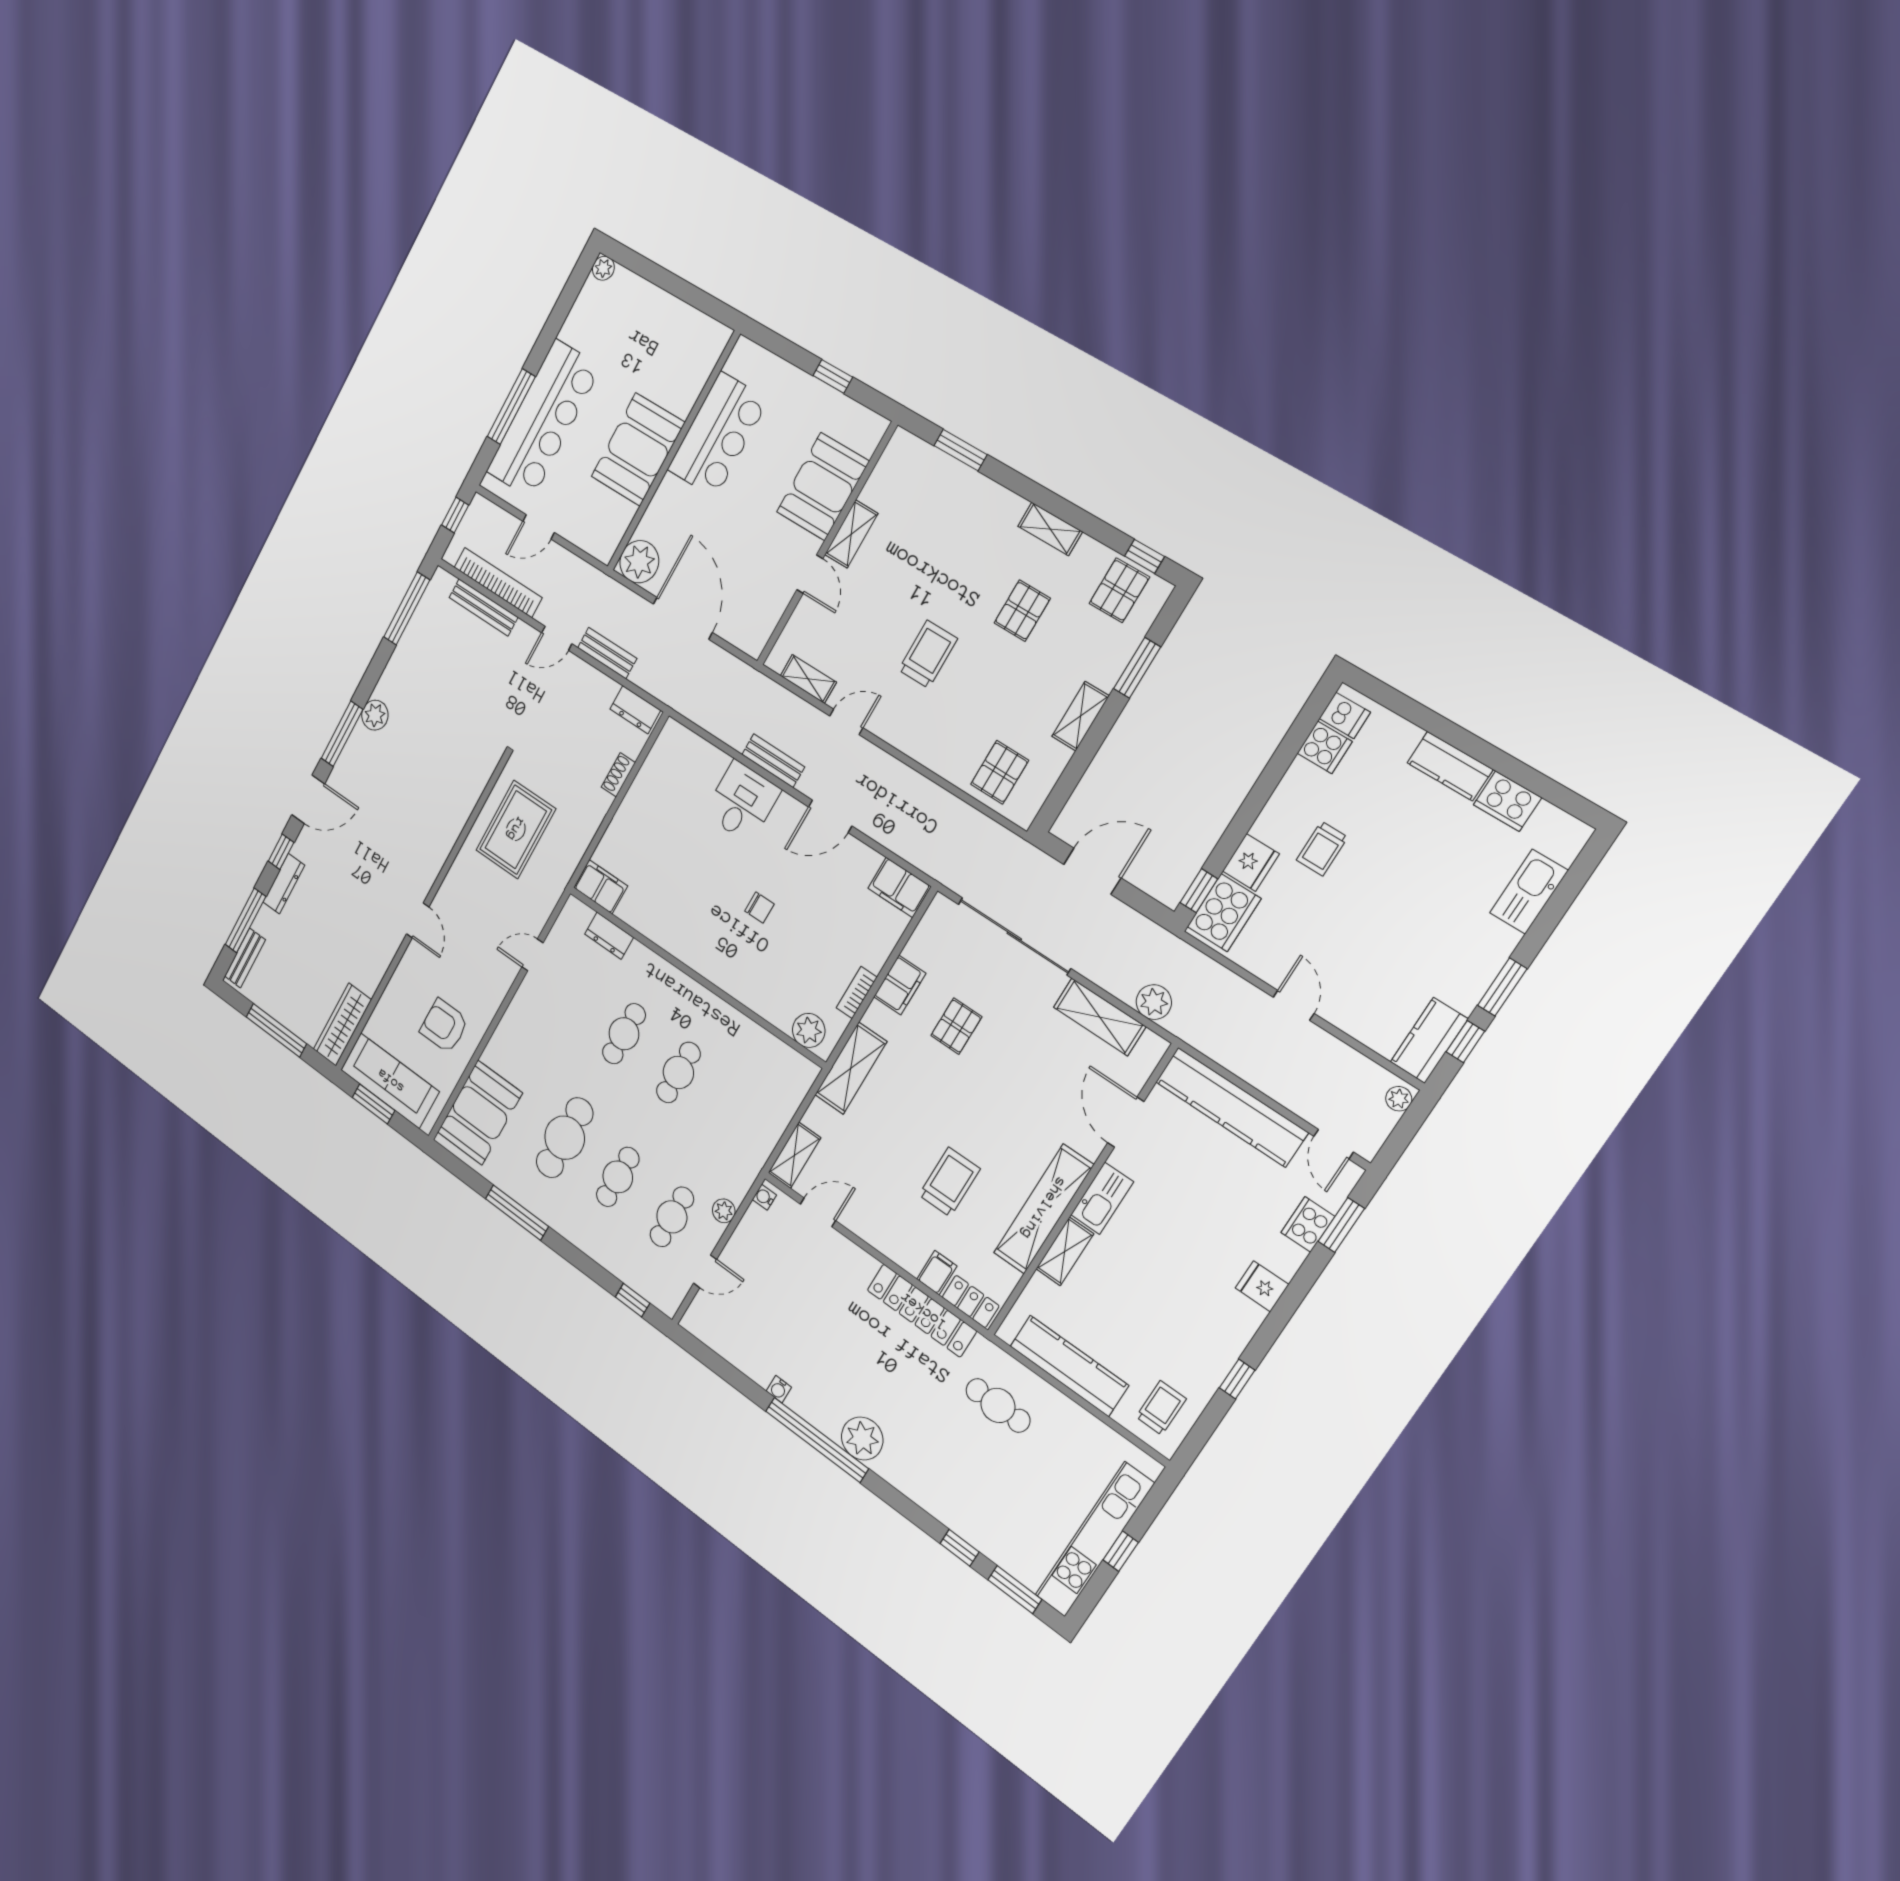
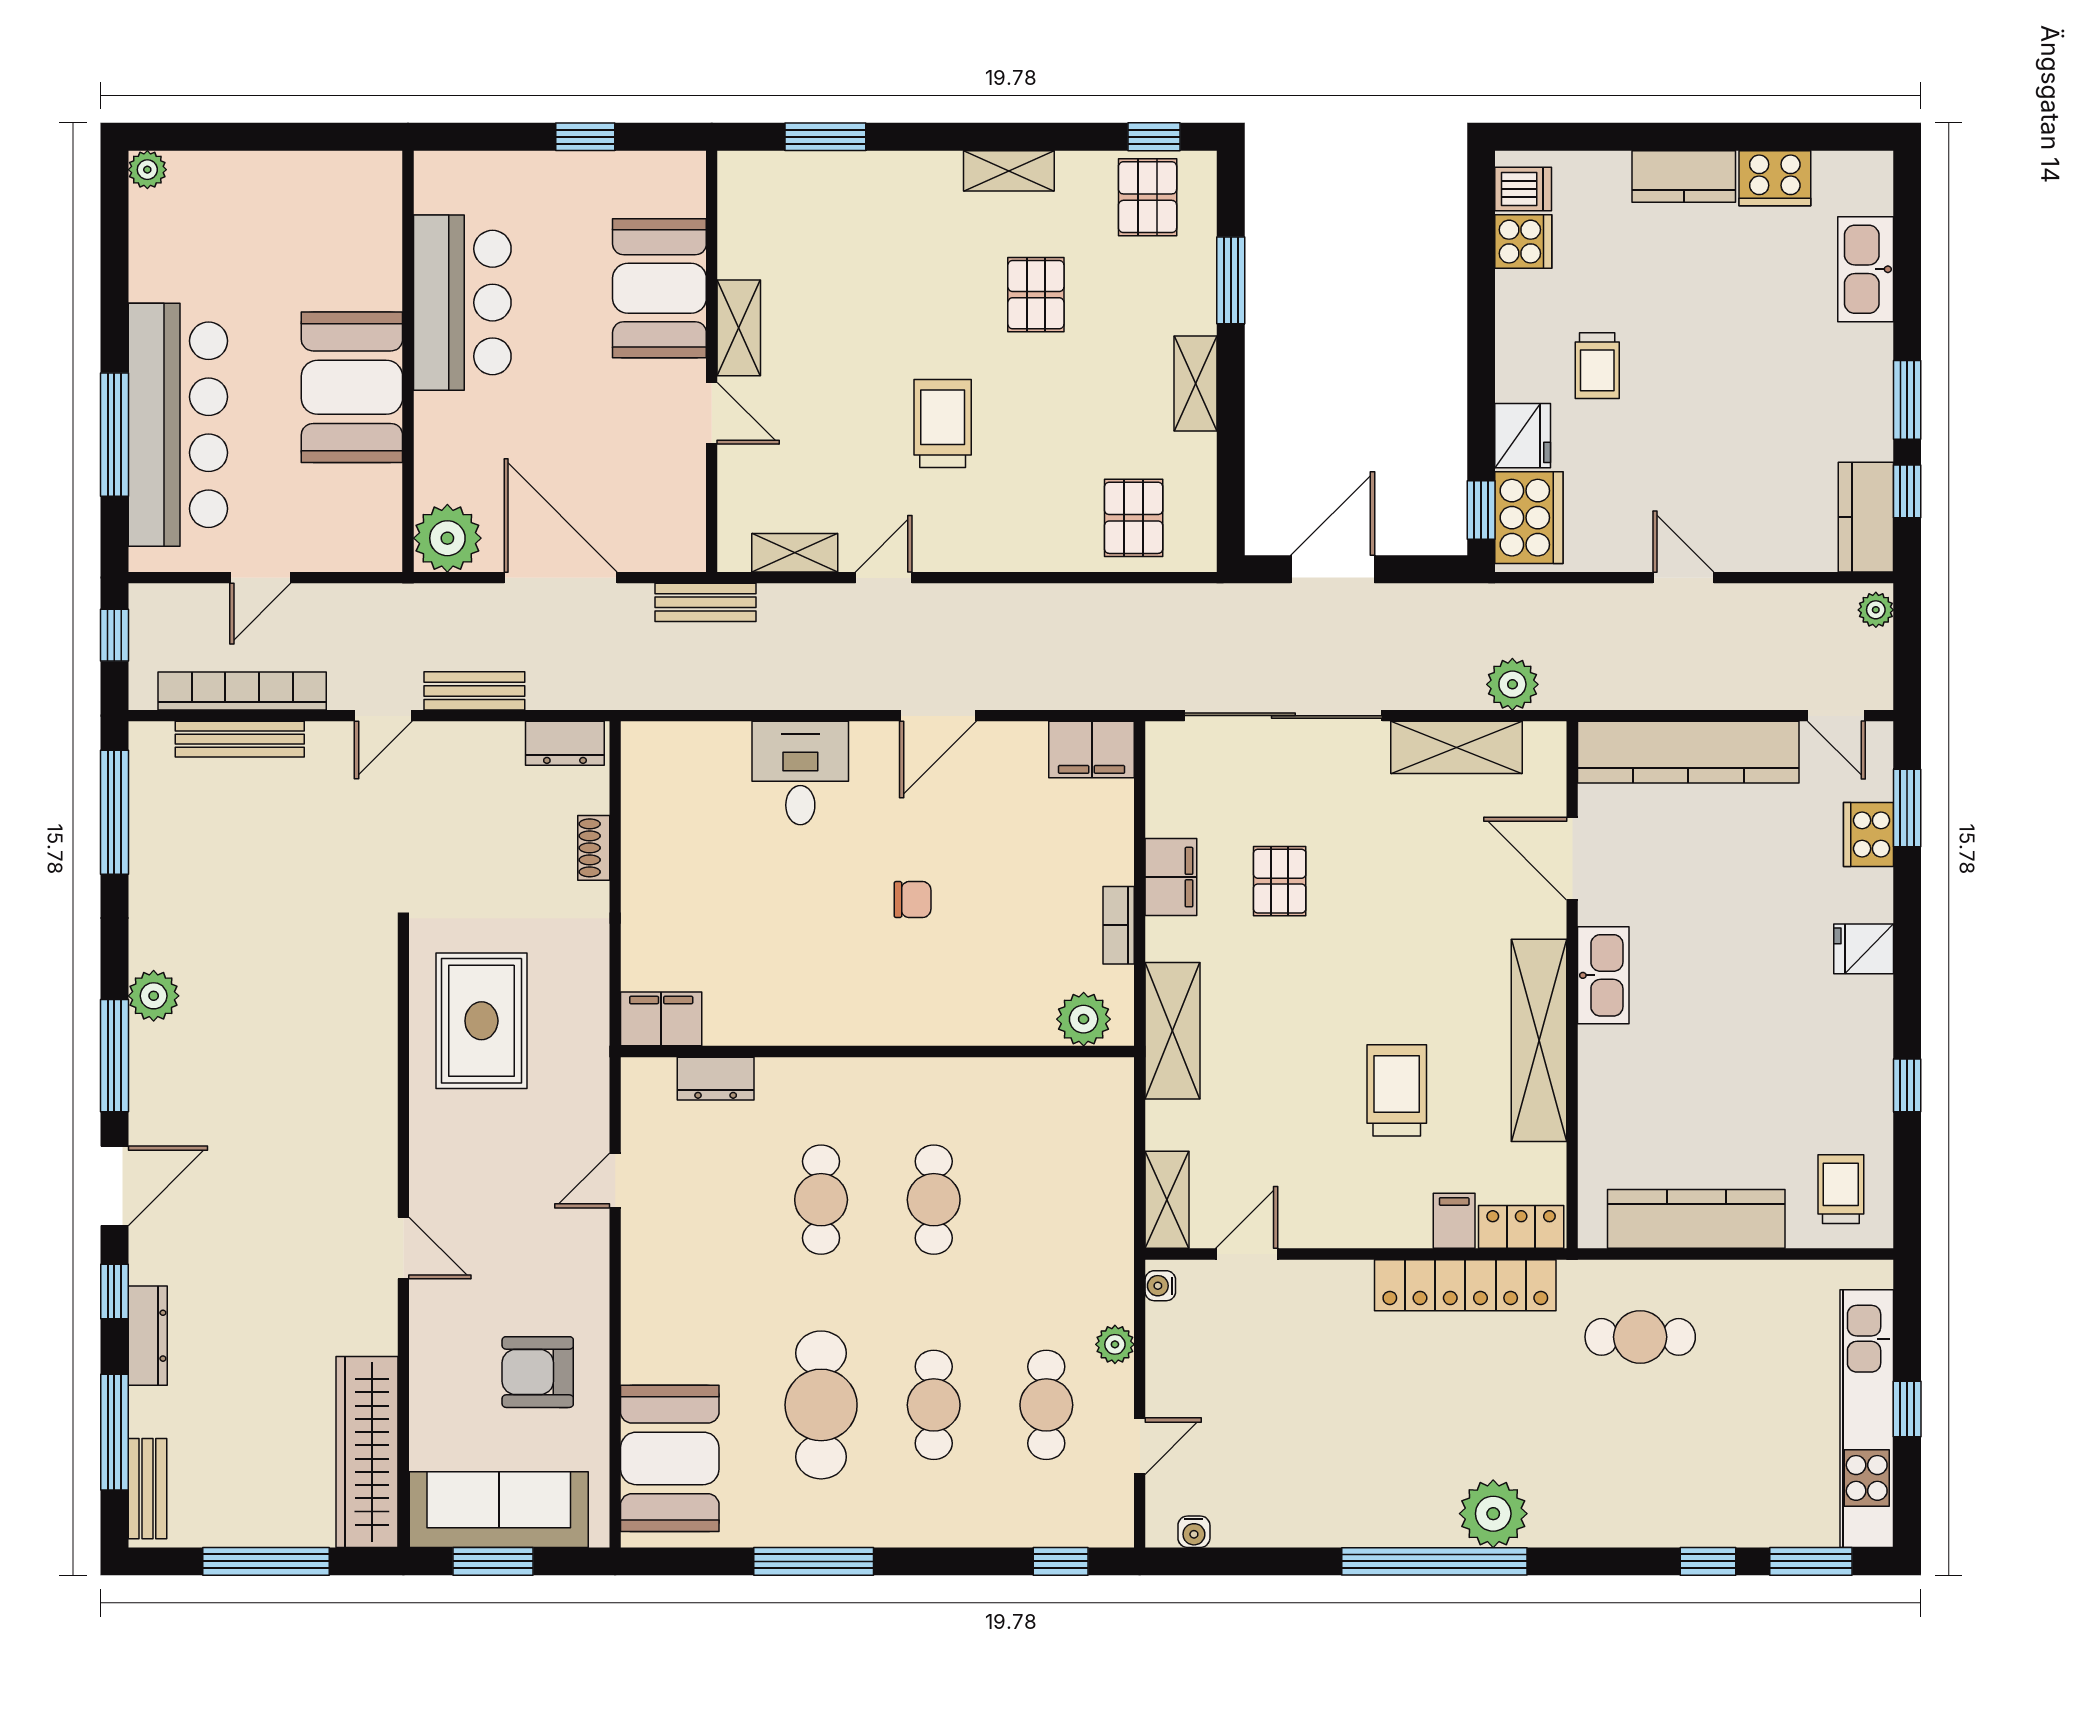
bench: (773, 761) -> (706, 602), moved
wardrobe: (342, 1024) -> (367, 1452), width x1.40, depth x1.17
shelving: (1065, 1251) -> (1599, 1076), removed
water cooler: (779, 1389) -> (1194, 1532), moved

